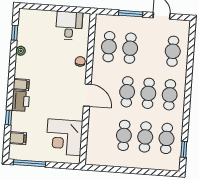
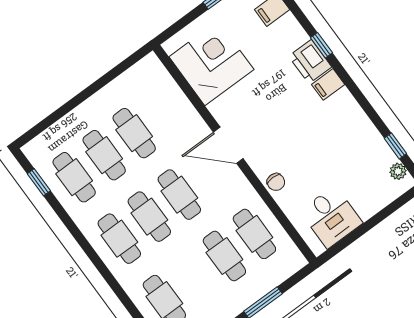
plant: (21, 51) -> (398, 171), moved
window: (9, 118) -> (321, 45), moved

